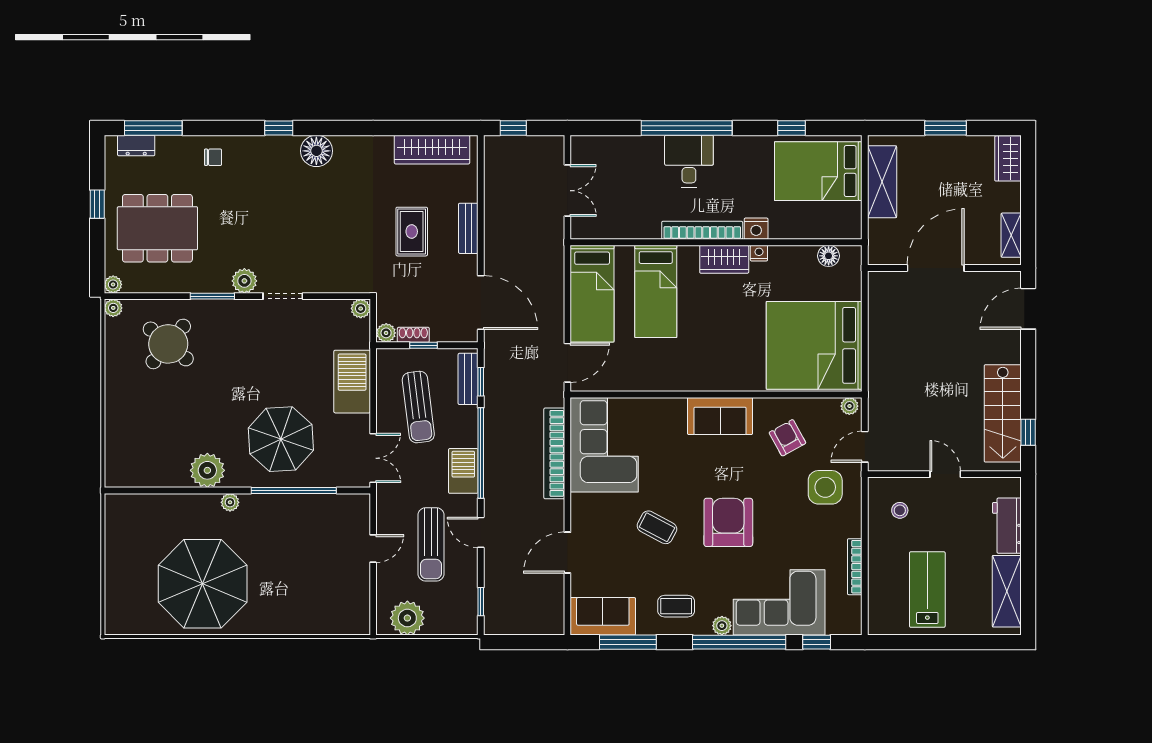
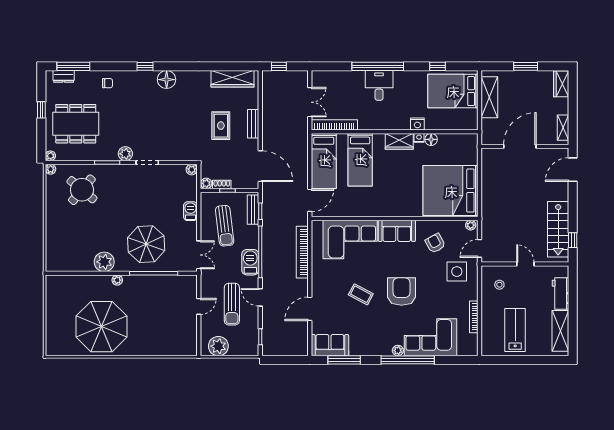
bookcase: (702, 230) -> (334, 125), moved
floor lamp: (829, 256) -> (431, 139), moved
barbecue: (352, 382) -> (190, 211), width x0.53, depth x0.65
corner sofa: (604, 445) -> (350, 239), moved, turned 90
coffee table: (676, 606) -> (372, 339), removed
window: (817, 642) -> (452, 360), removed

